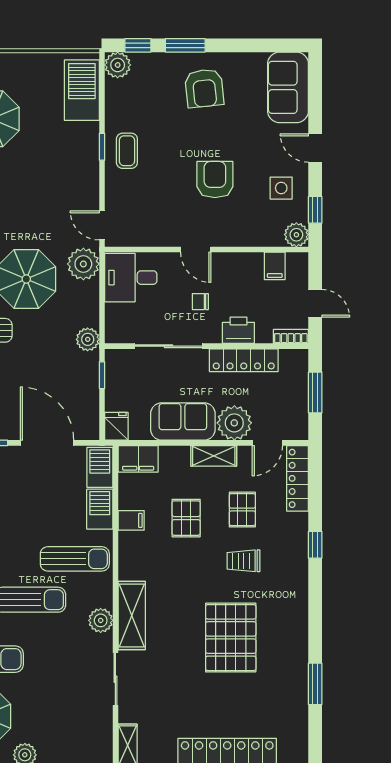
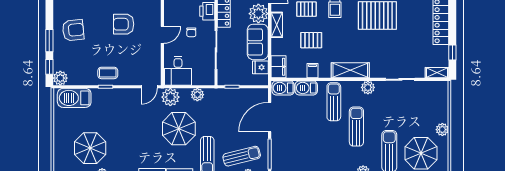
plant: (88, 339) -> (197, 95), moved
fridge: (116, 426) -> (260, 67), moved
shelving: (132, 615) -> (350, 70), moved

